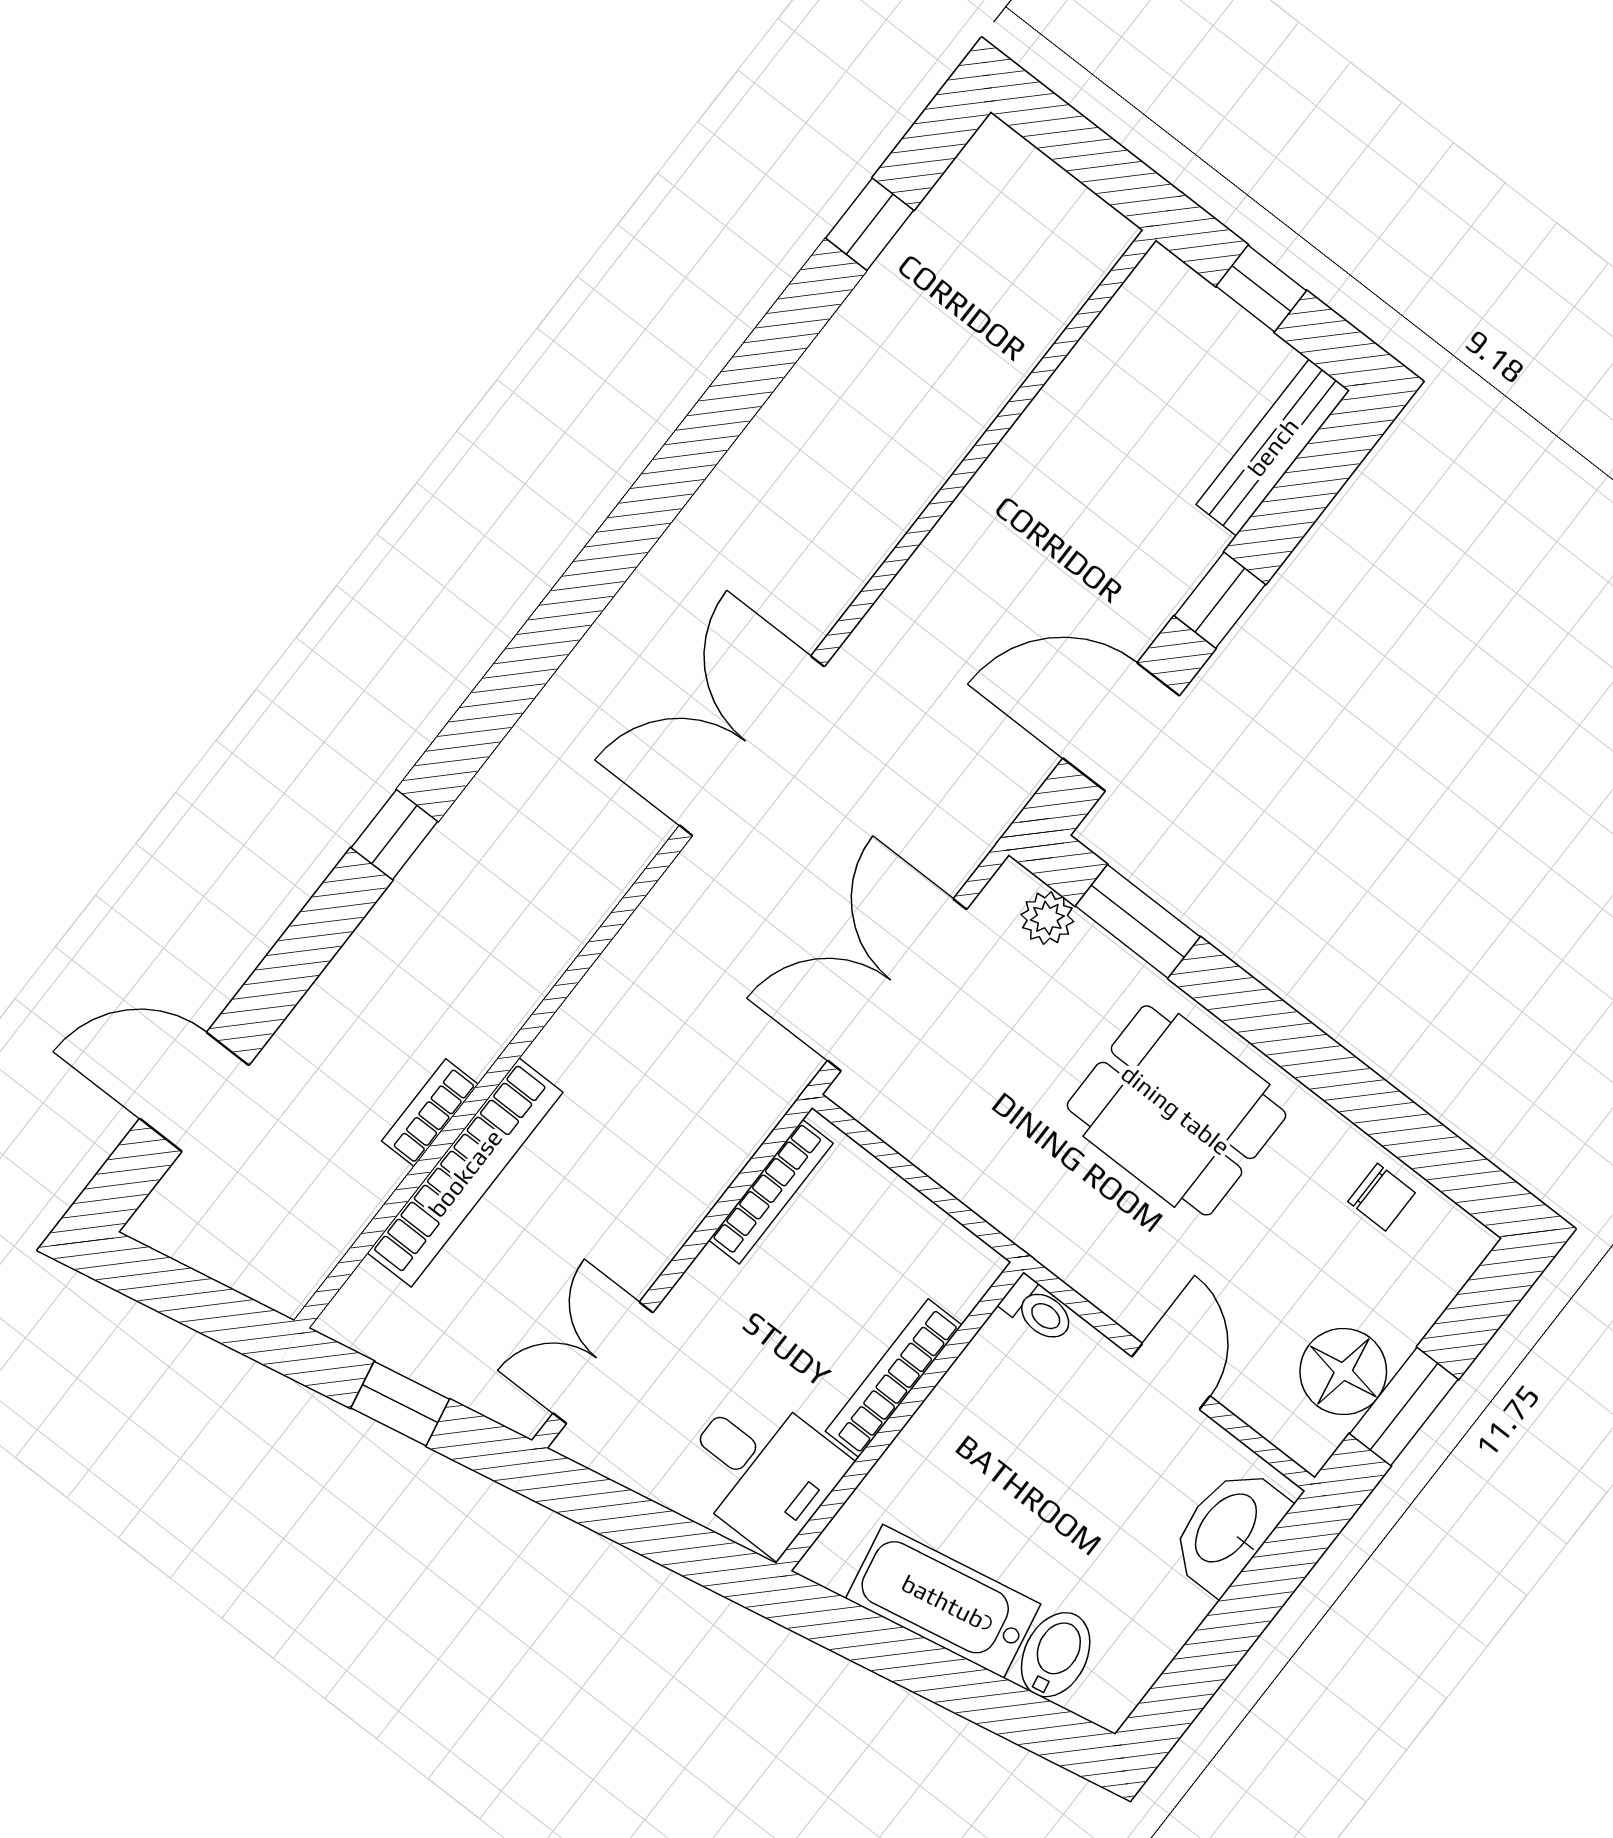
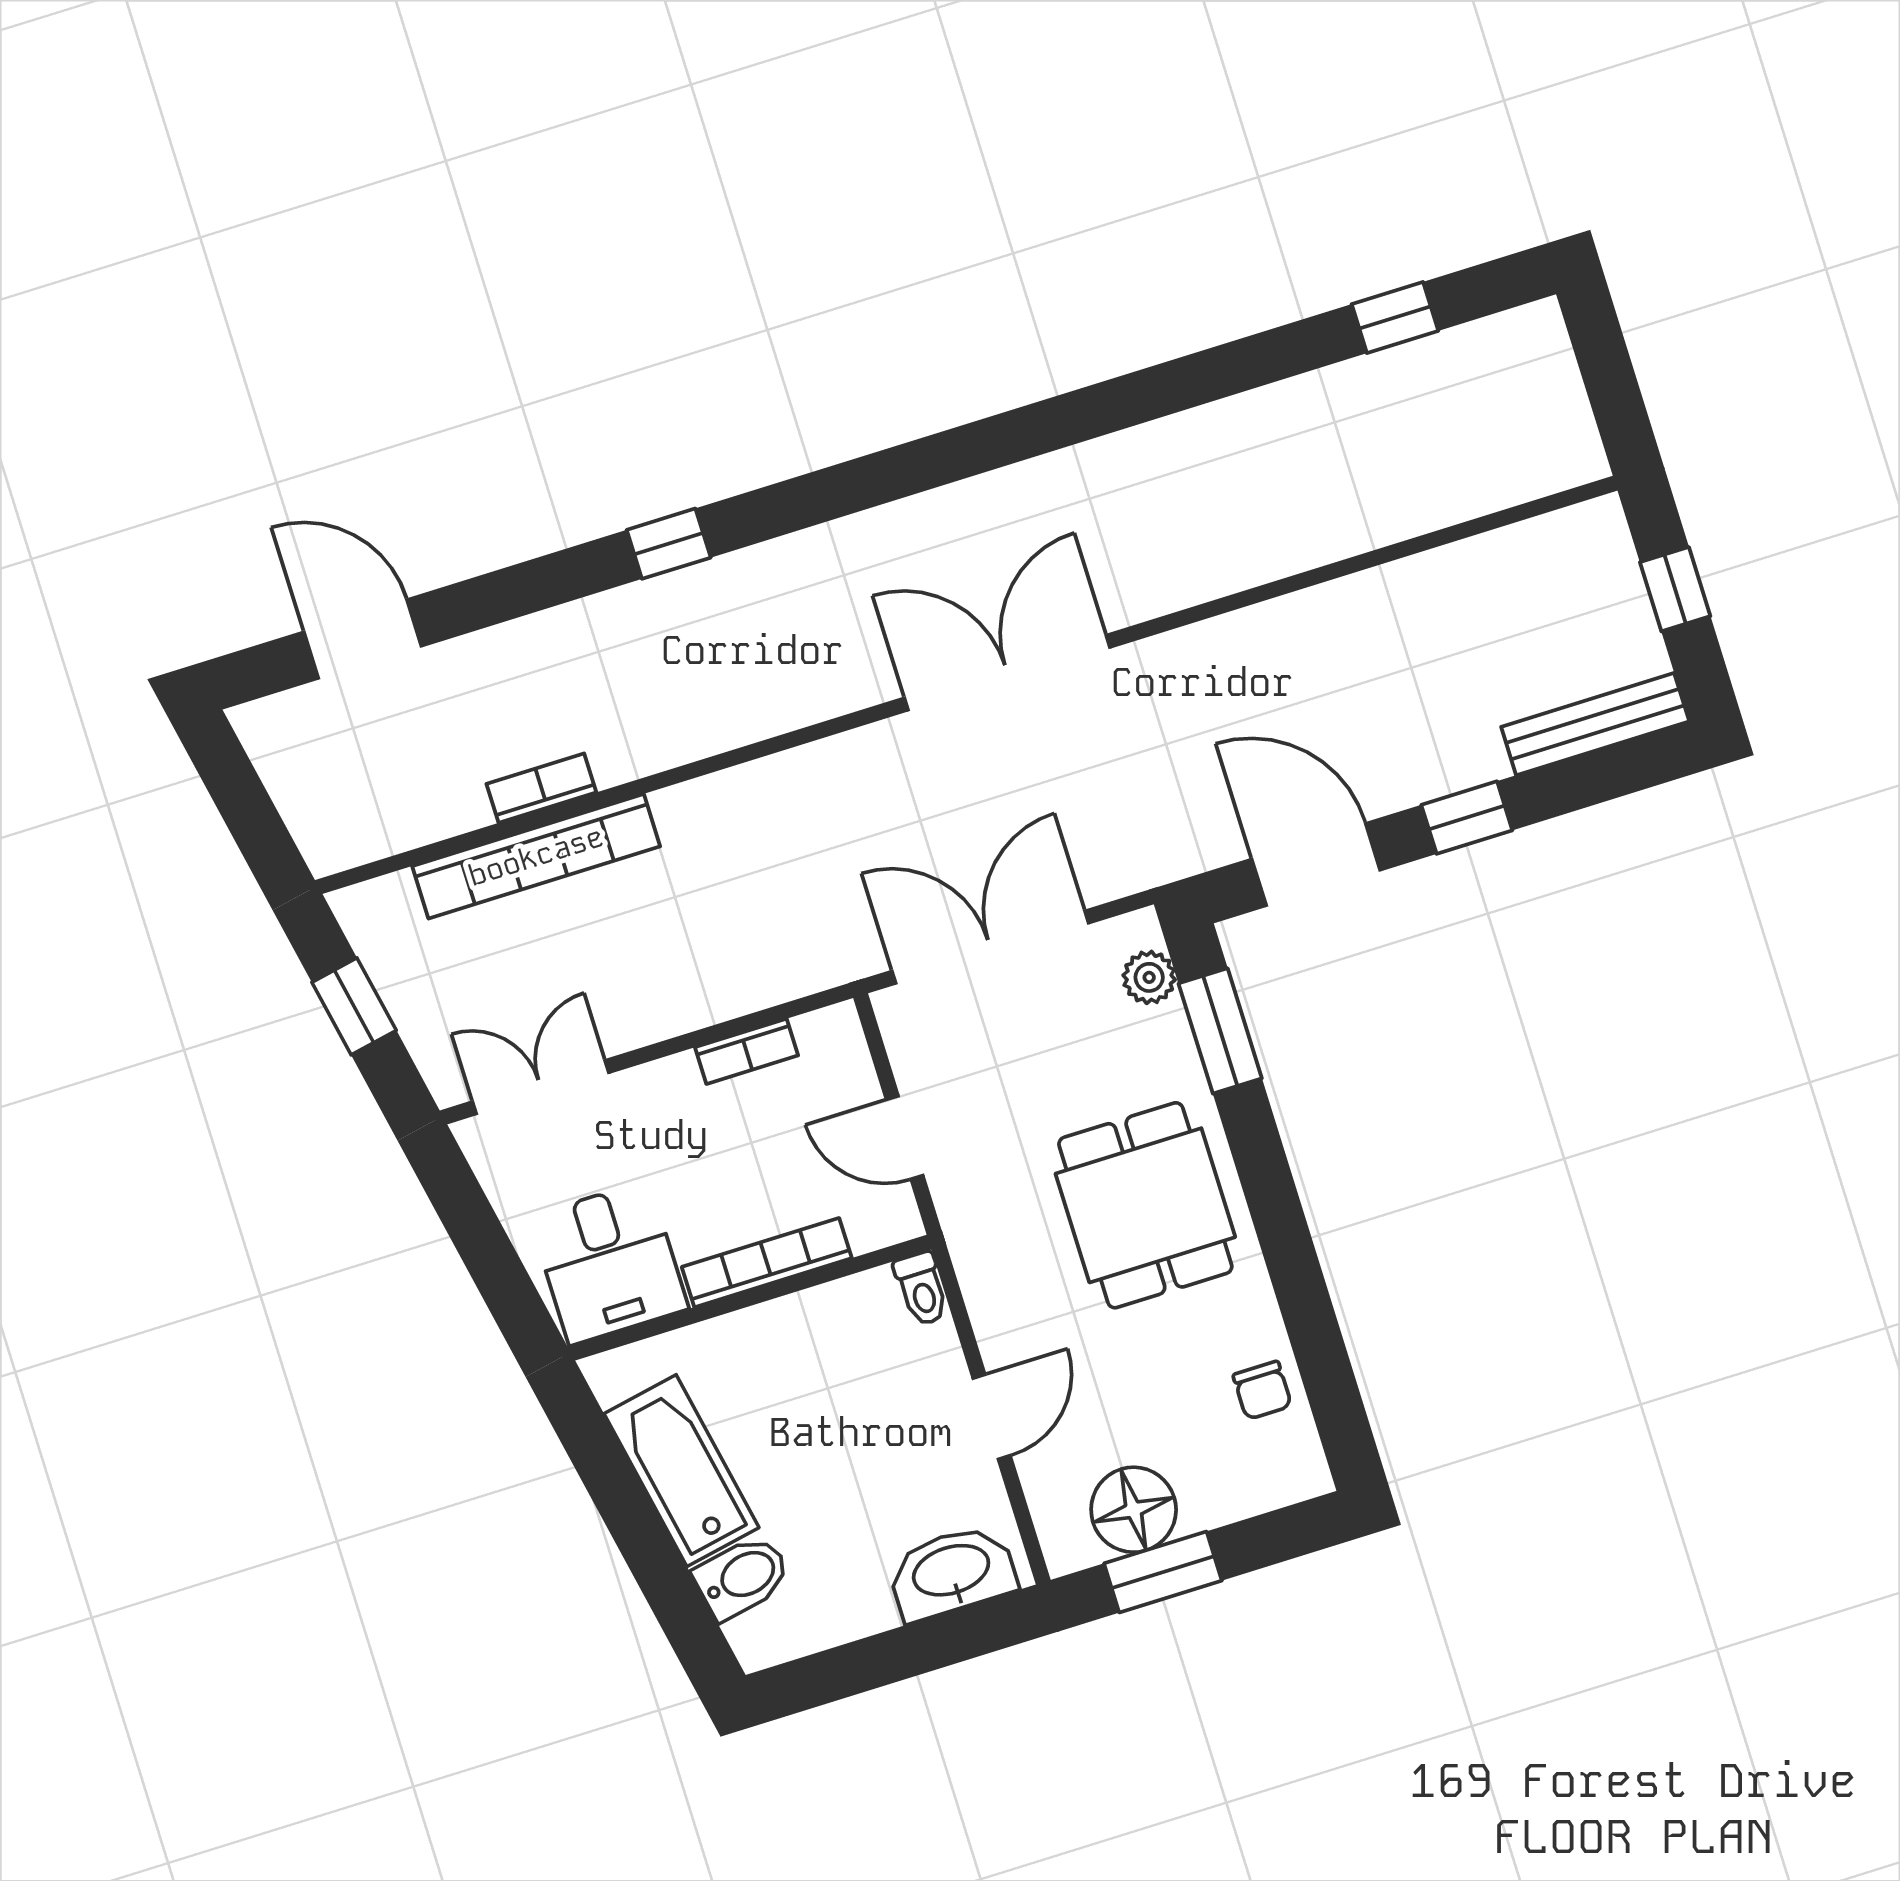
bookcase: (771, 1192) -> (746, 1051), width x0.64
door: (936, 1194) -> (905, 1138), added

